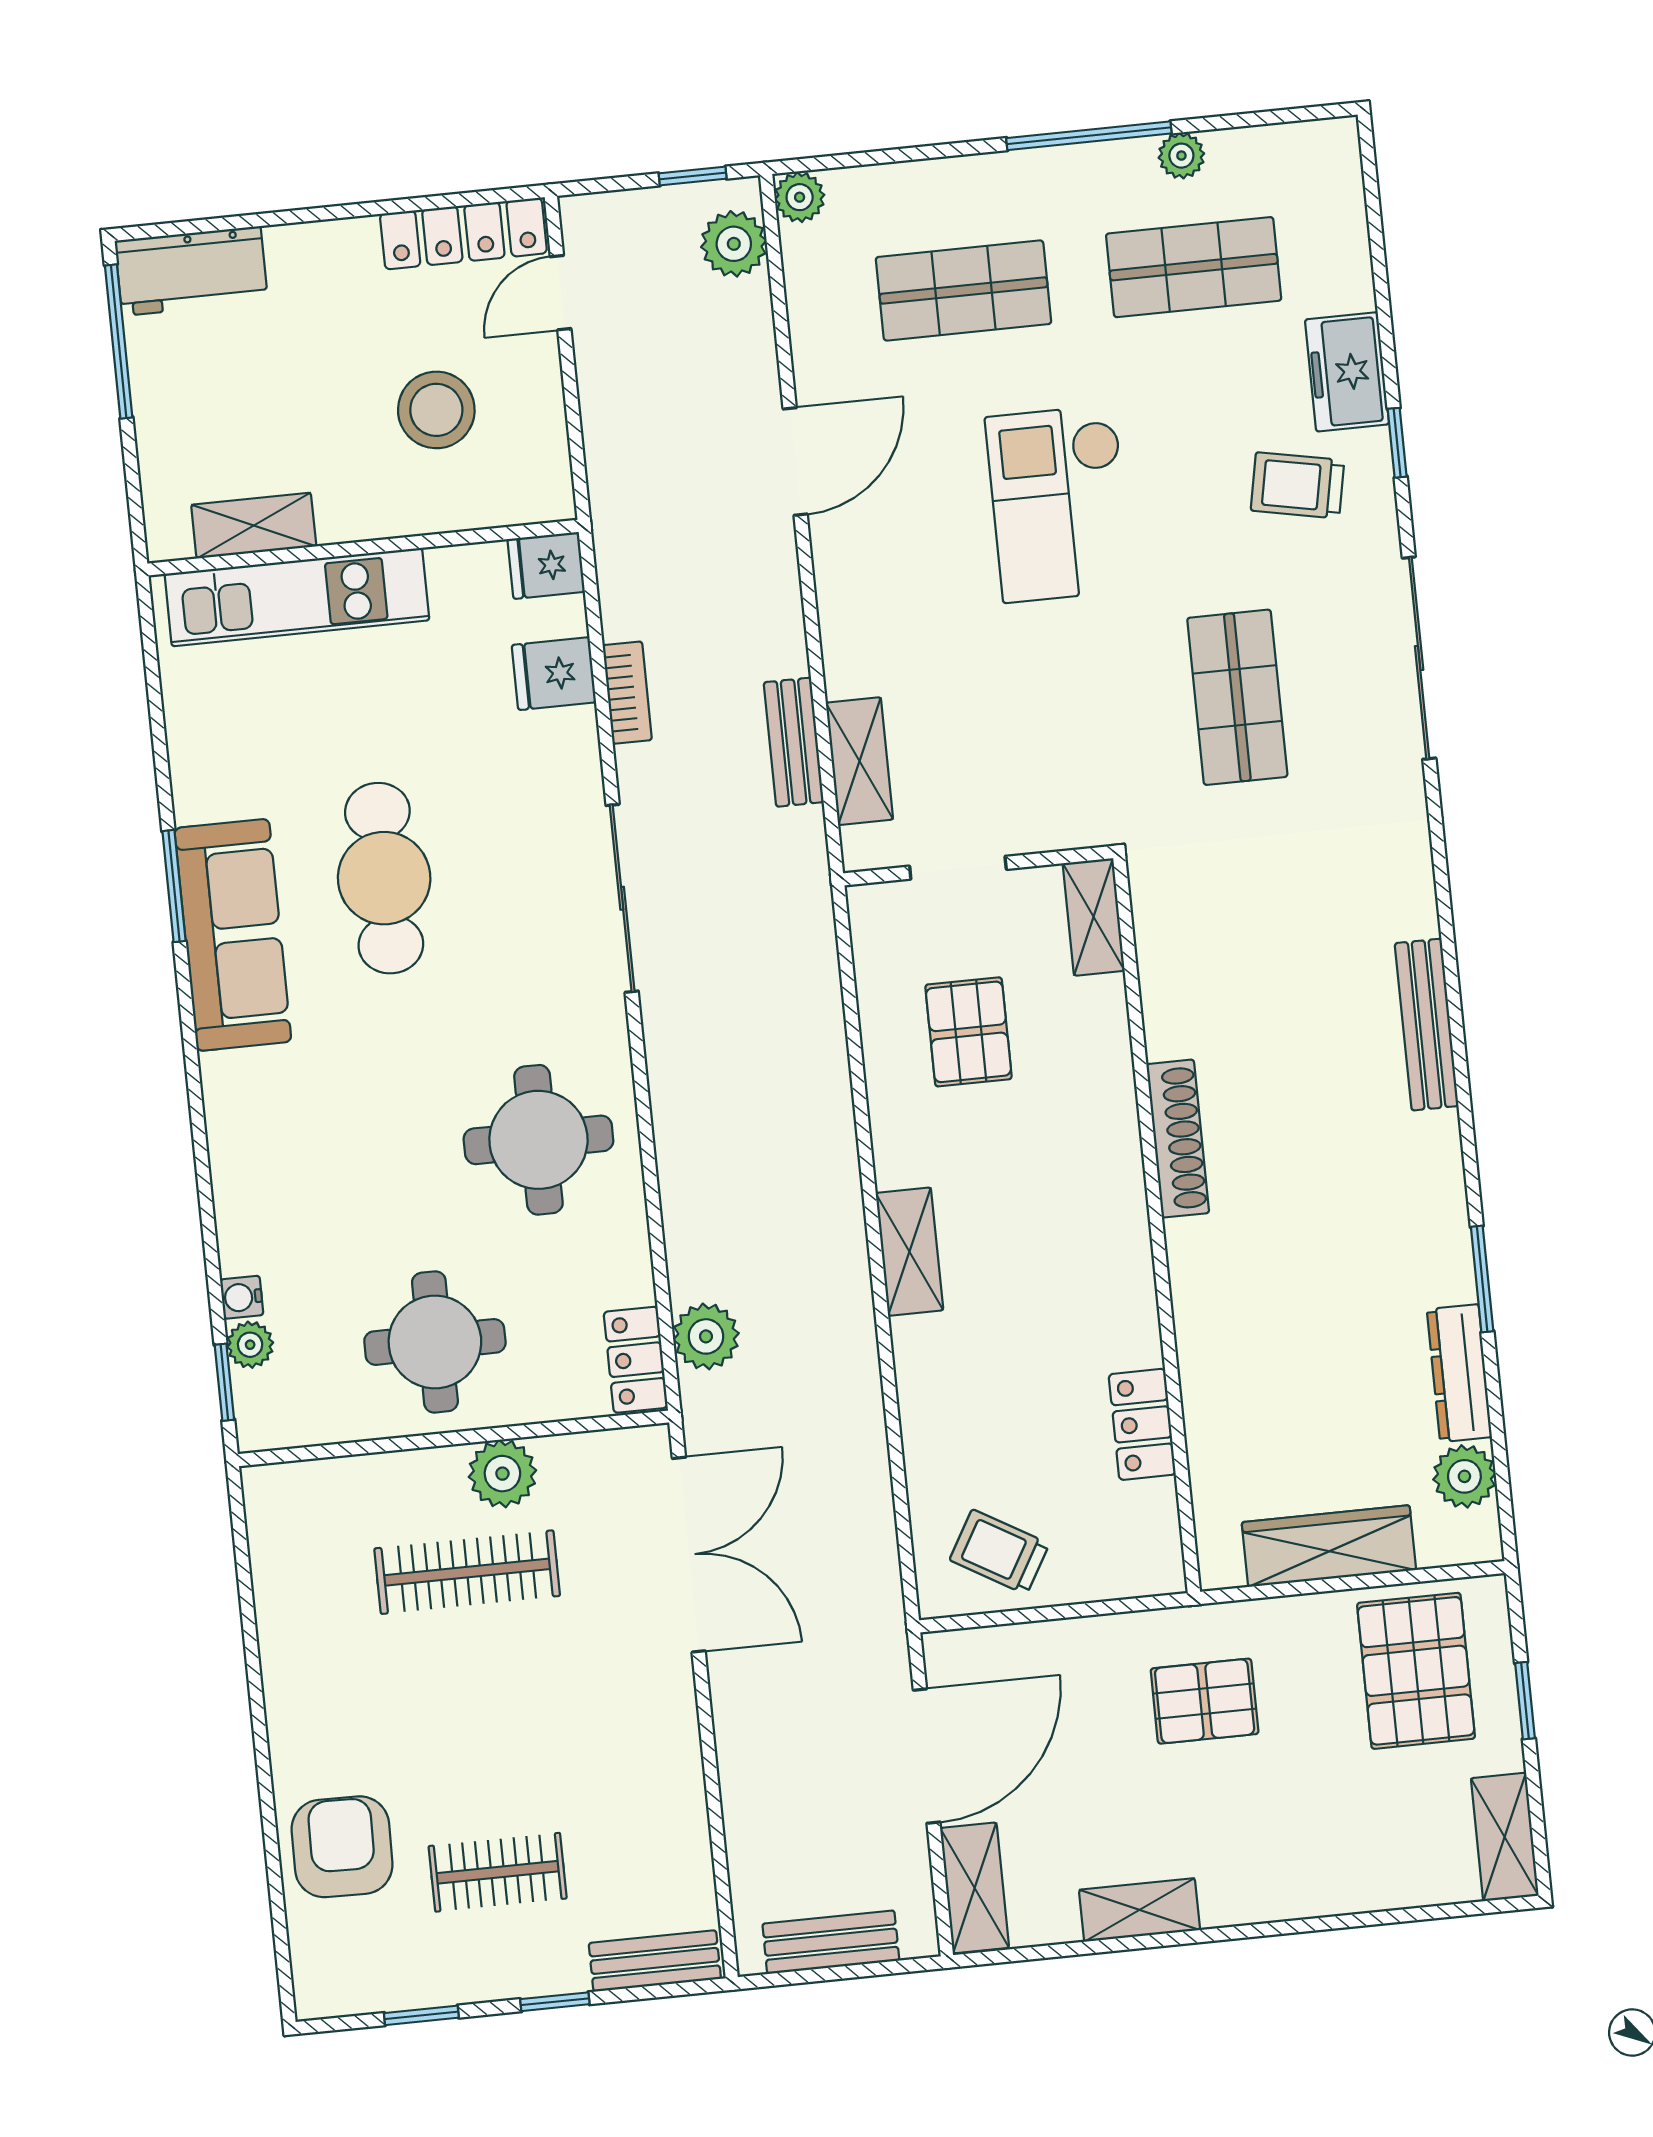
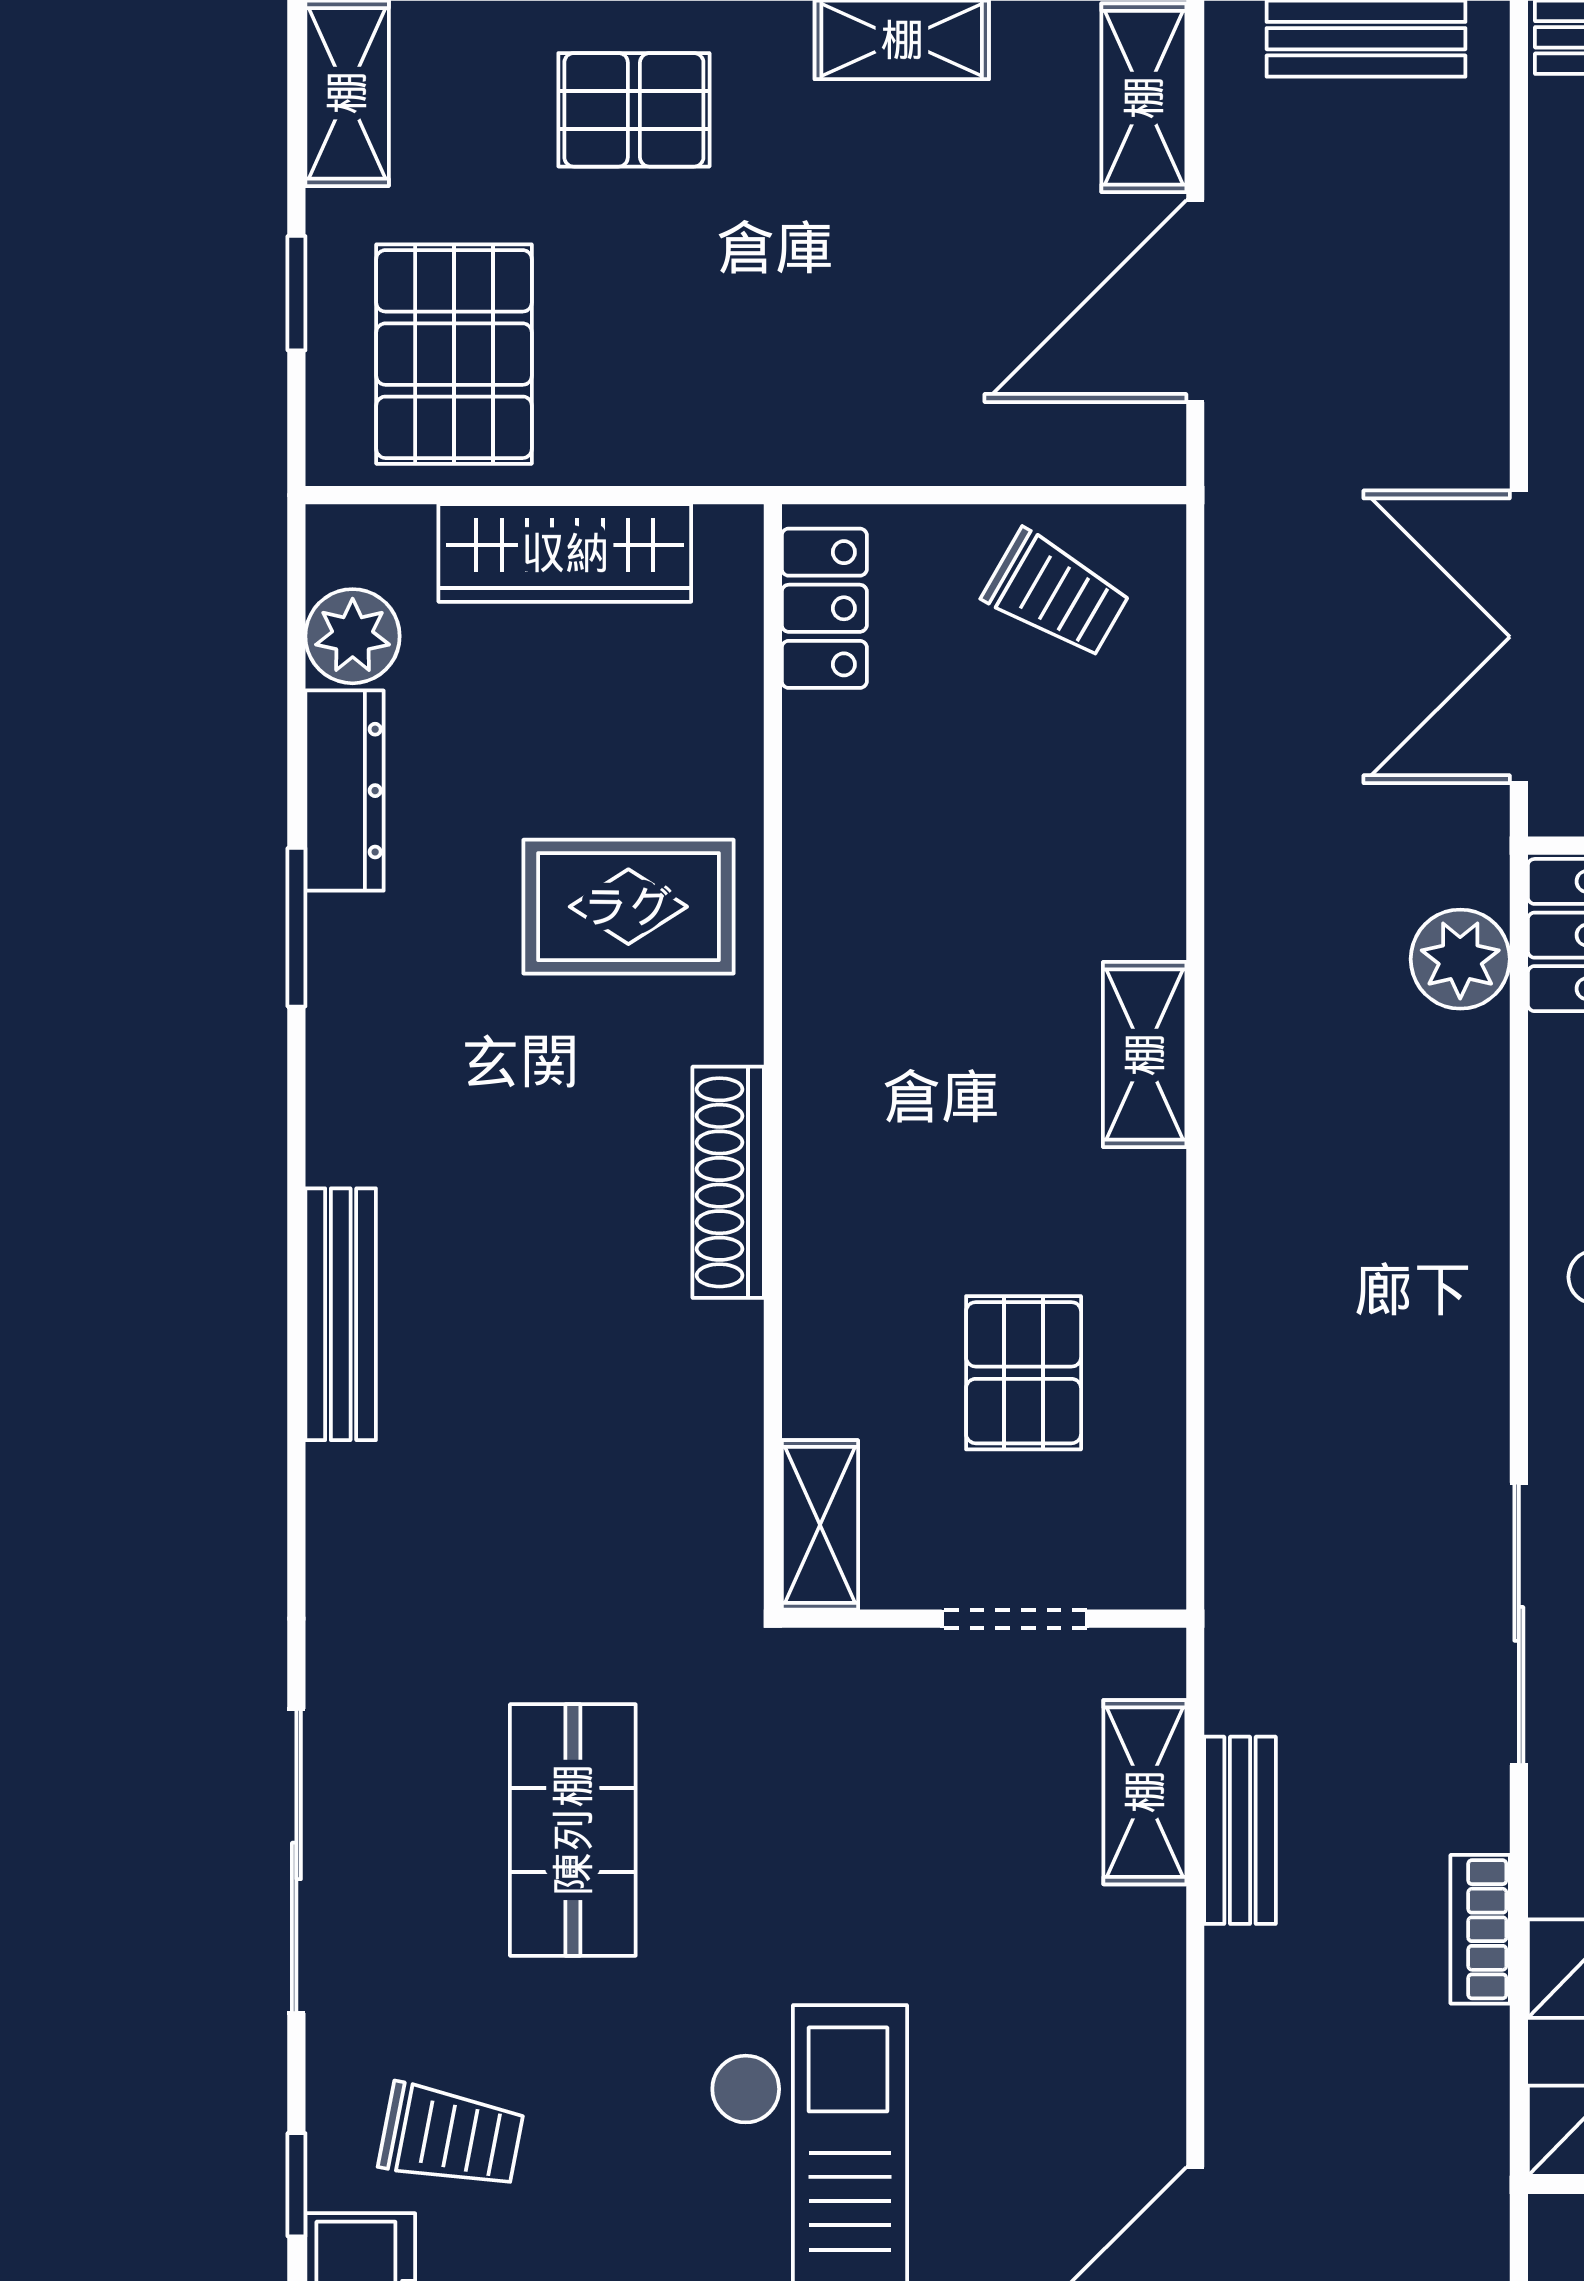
rug: (1263, 1315) -> (628, 907), added
locker: (1142, 1424) -> (824, 608), moved
pallet: (1205, 1701) -> (634, 110), moved

